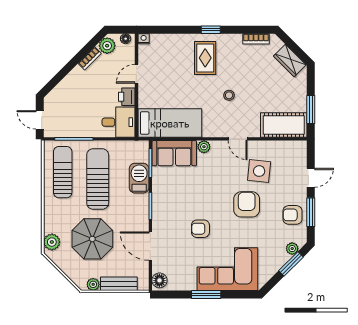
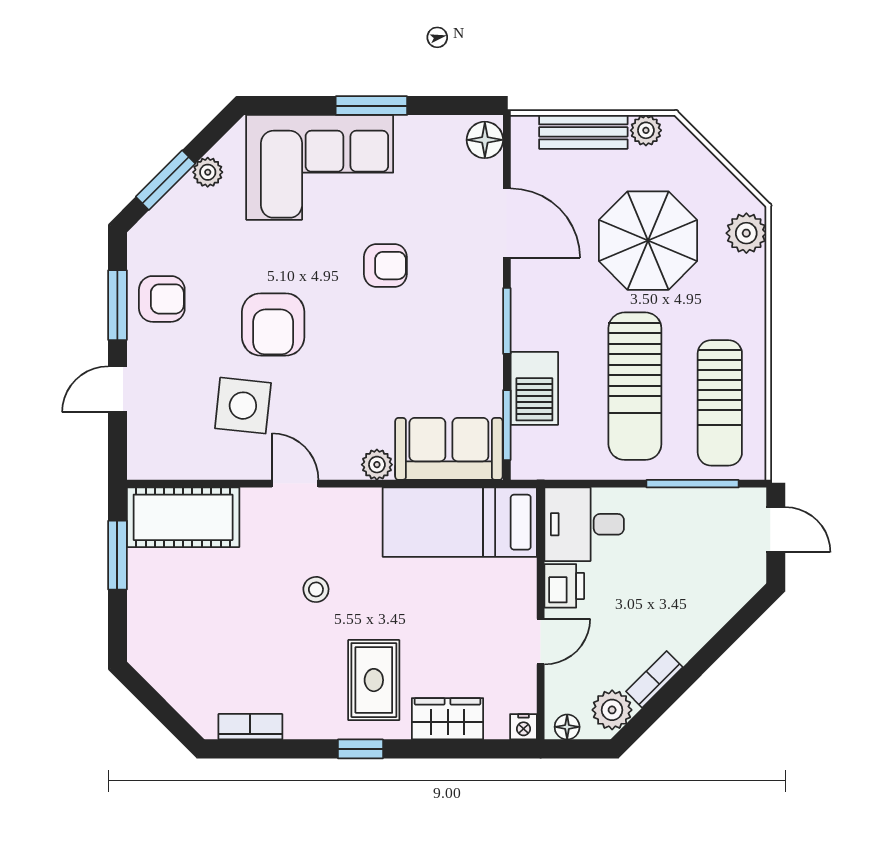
wardrobe: (290, 60) -> (448, 719), moved, turned -45
plant: (292, 249) -> (208, 172), moved

